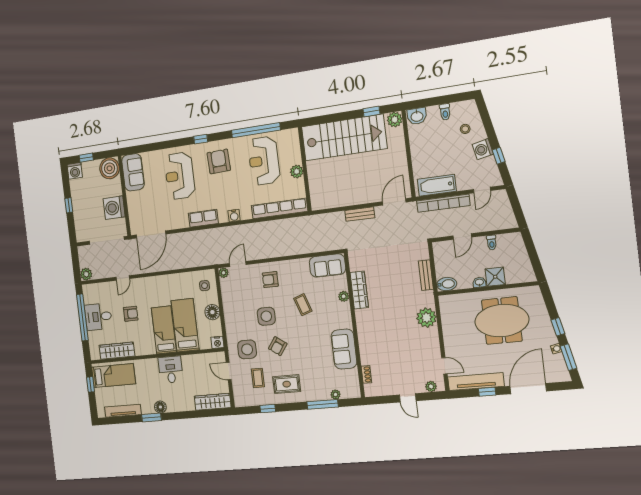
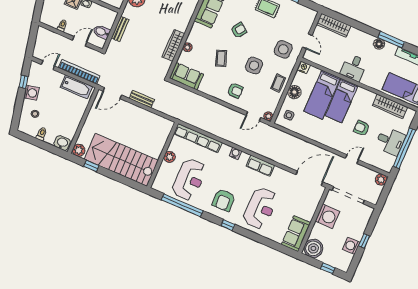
washing machine: (75, 171) -> (351, 246), moved, turned -90
bidet: (447, 284) -> (102, 32), moved
armchair: (278, 346) -> (239, 30), moved
coffee table: (258, 378) -> (278, 83), moved
window: (152, 418) -> (391, 40), width x1.44

